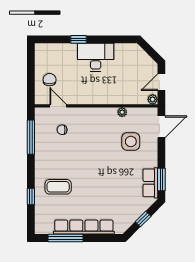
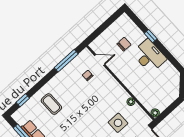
chair: (50, 80) -> (124, 44), moved
door: (161, 82) -> (170, 109), removed
door: (58, 106) -> (100, 60), hinge flipped
window: (31, 196) -> (23, 100), moved

